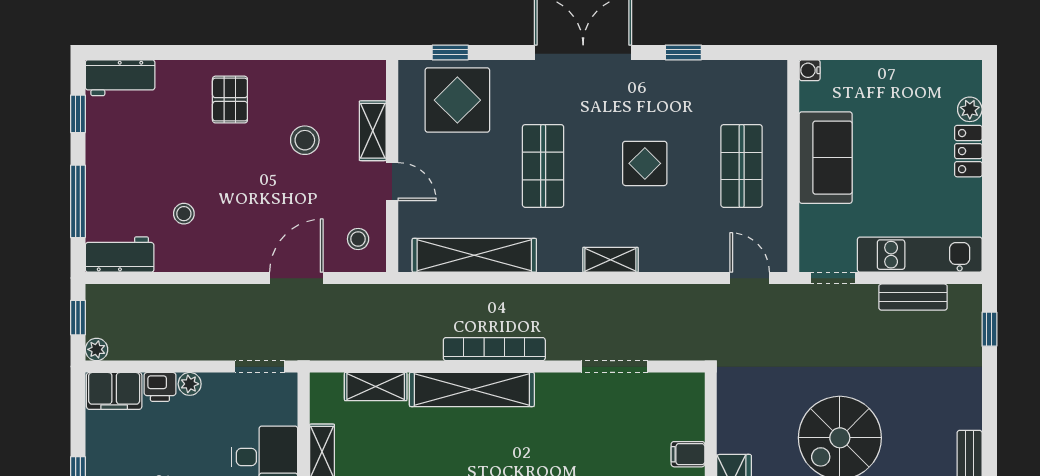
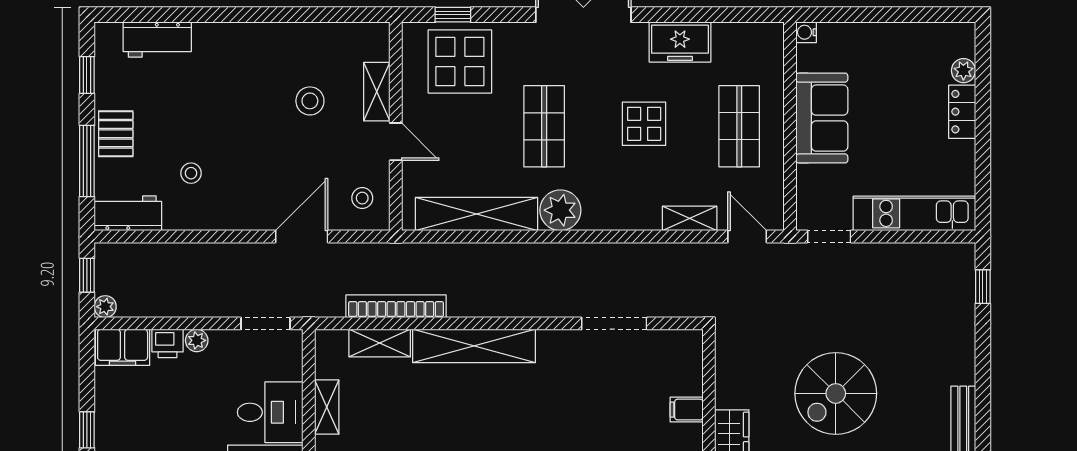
window: (683, 52) -> (682, 15), removed
workbench: (120, 78) -> (157, 40), moved
freezer: (681, 80) -> (680, 42), added
pallet: (230, 100) -> (116, 134), moved
plant: (560, 251) -> (560, 210), added
shelving: (610, 260) -> (690, 218), moved
bench: (913, 297) -> (908, 255), removed
bookcase: (494, 349) -> (396, 306), moved

